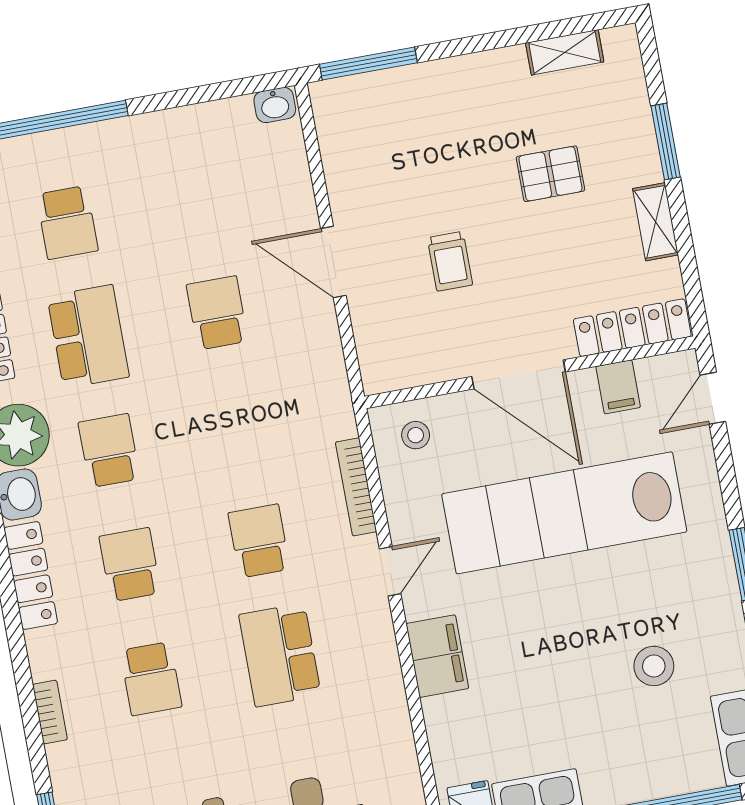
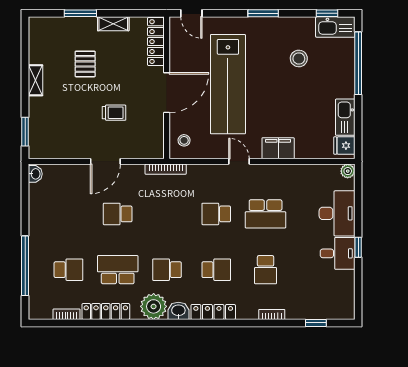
shelving: (565, 52) -> (35, 80), moved
window: (368, 63) -> (25, 132), width x0.69
filing cabinet: (618, 387) -> (179, 52), removed
bookcase: (356, 487) -> (166, 169), moved
school desk: (130, 565) -> (216, 270), turned 180
school desk: (151, 679) -> (266, 270), turned 90

